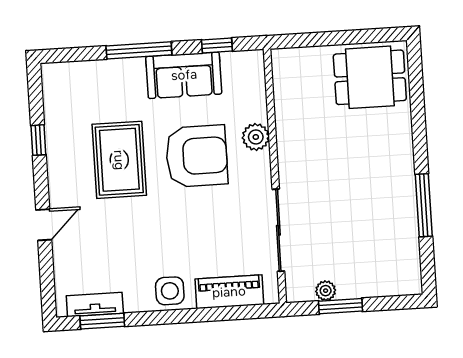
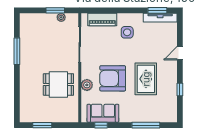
window: (354, 37) -> (42, 125), added
window: (139, 50) -> (146, 125), moved
sofa: (184, 75) -> (103, 113), moved
dining table: (370, 77) -> (58, 84), moved
side table: (170, 291) -> (127, 32), moved
tv unit: (95, 305) -> (160, 18), width x1.41

